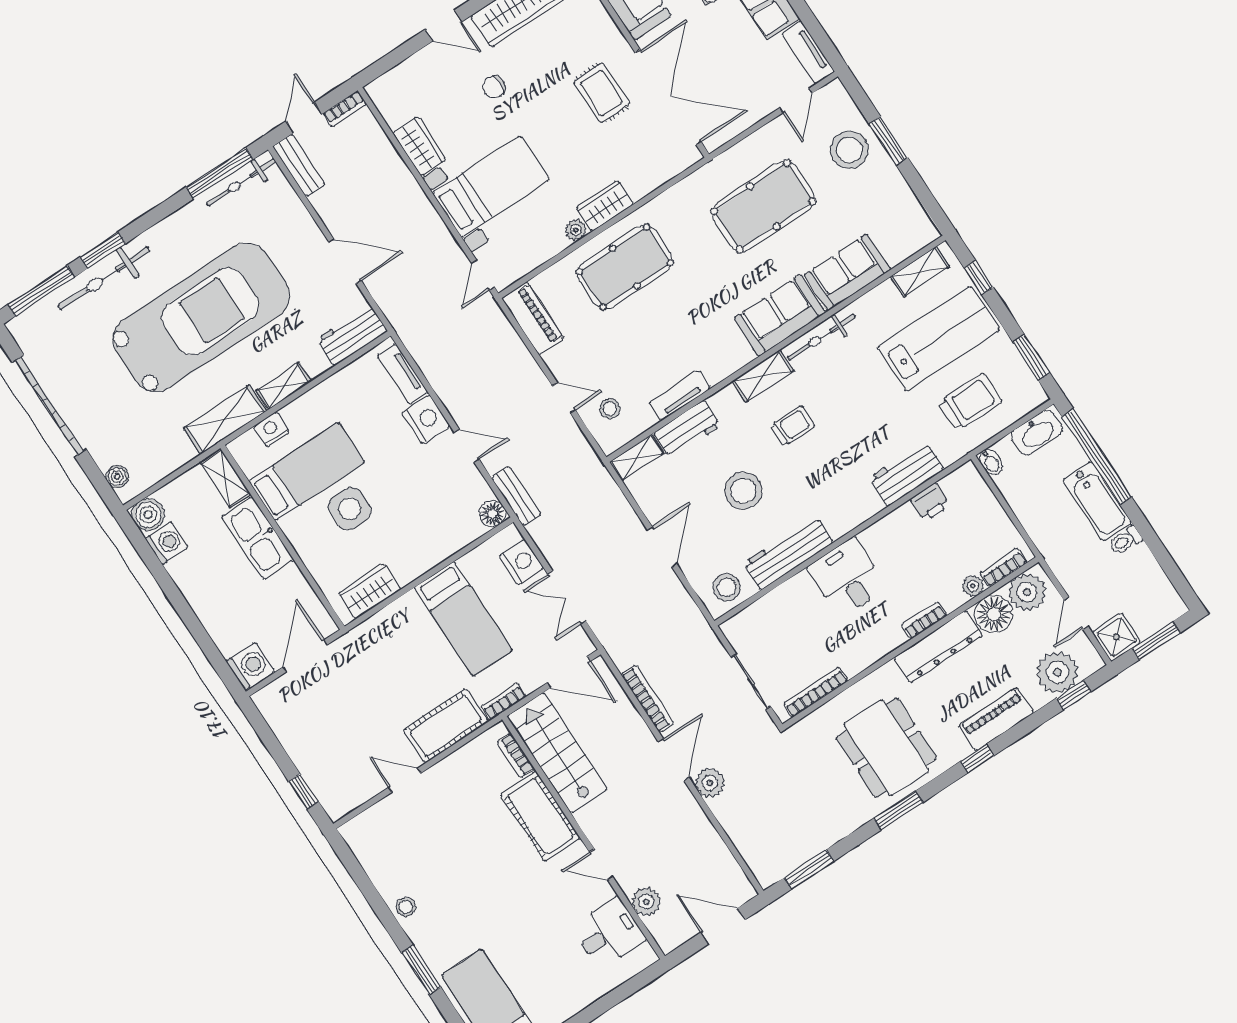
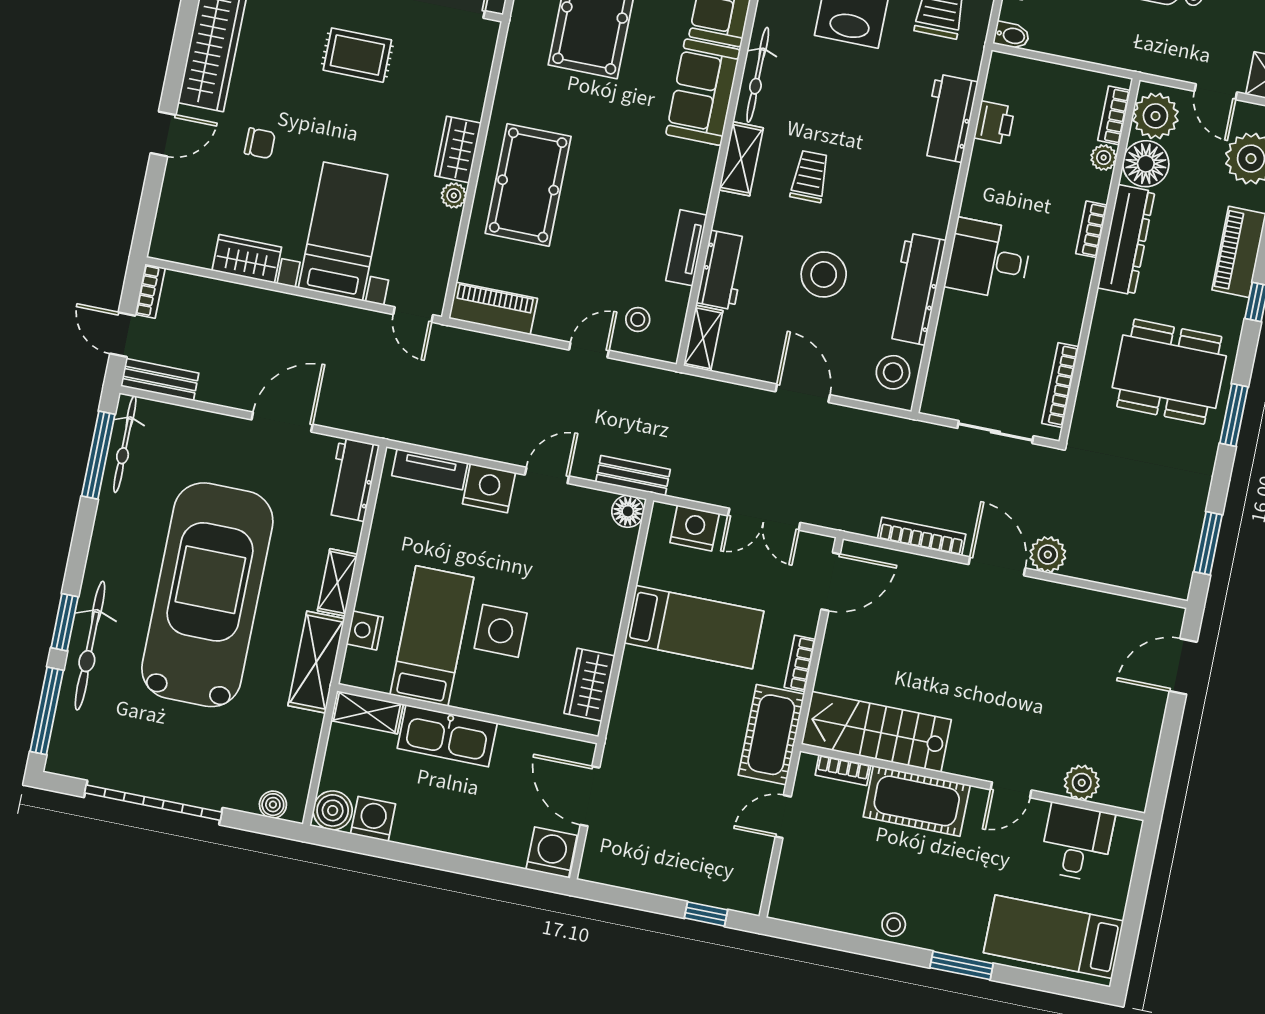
chair: (494, 87) -> (260, 143), turned -90
stairs: (557, 753) -> (876, 732), moved
bookcase: (516, 755) -> (843, 770), moved
cot: (540, 816) -> (917, 801), moved
wall: (584, 838) -> (973, 782), moved
door: (601, 865) -> (1011, 790), moved
plant: (646, 902) -> (1082, 783), moved
desk: (609, 933) -> (1077, 842), moved

